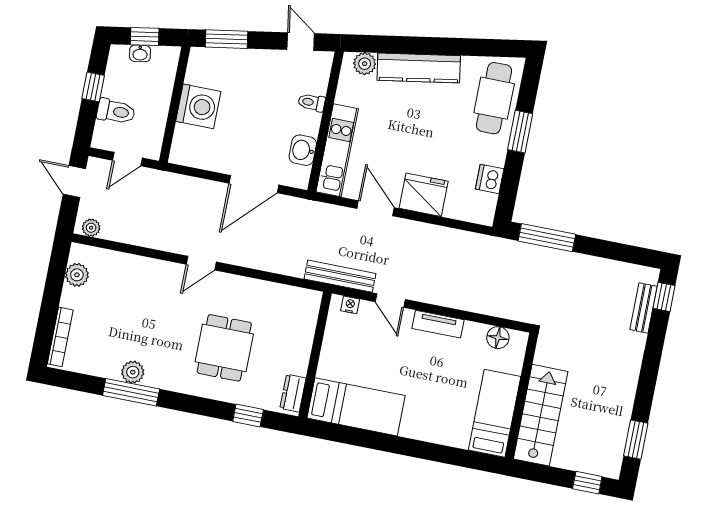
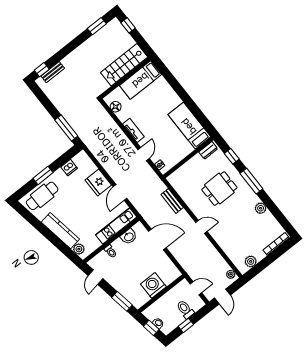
bench: (340, 276) -> (172, 201), moved, width x0.73
window: (131, 392) -> (251, 181), moved

